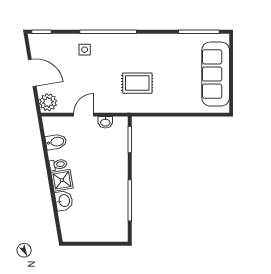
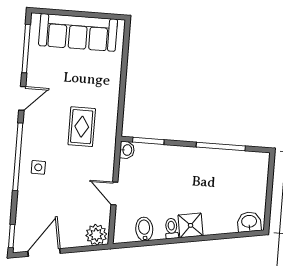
door: (157, 32) -> (22, 98), added
side table: (85, 50) -> (38, 167), moved
door: (32, 73) -> (44, 252), moved
washbasin: (105, 122) -> (127, 150), moved
washbasin: (64, 201) -> (249, 222), moved

